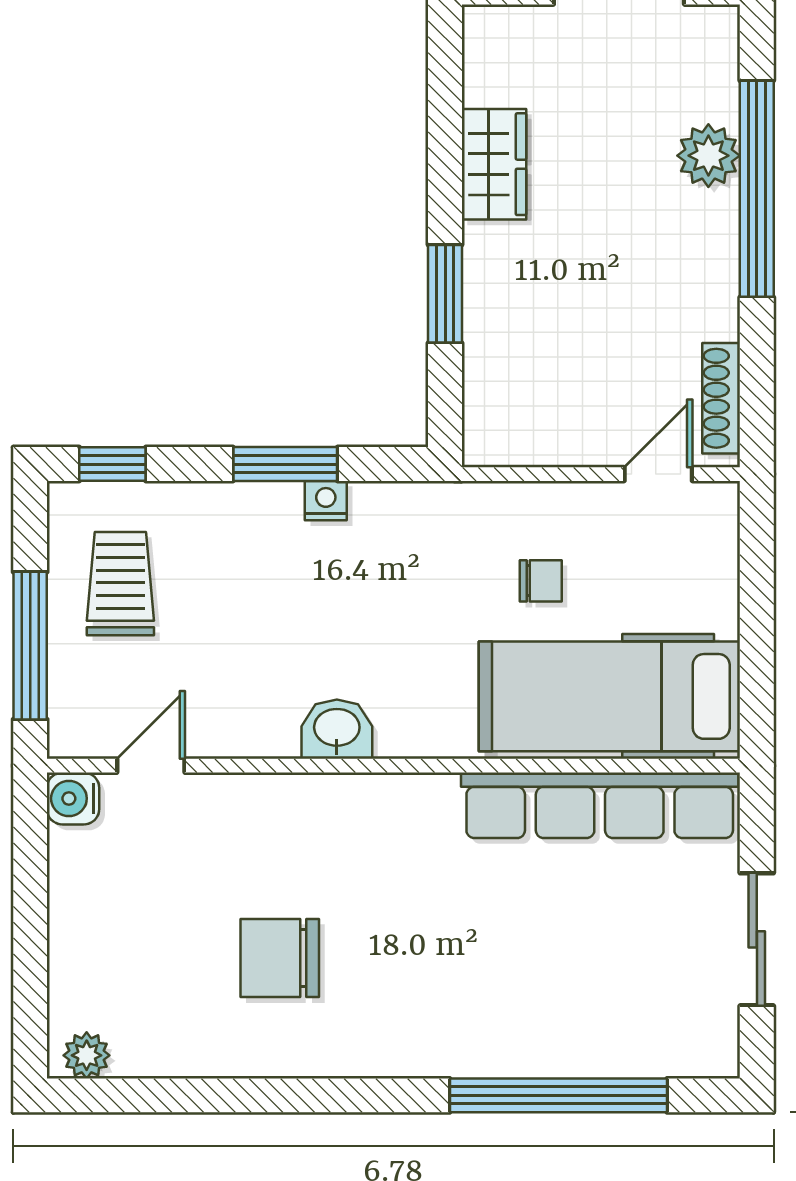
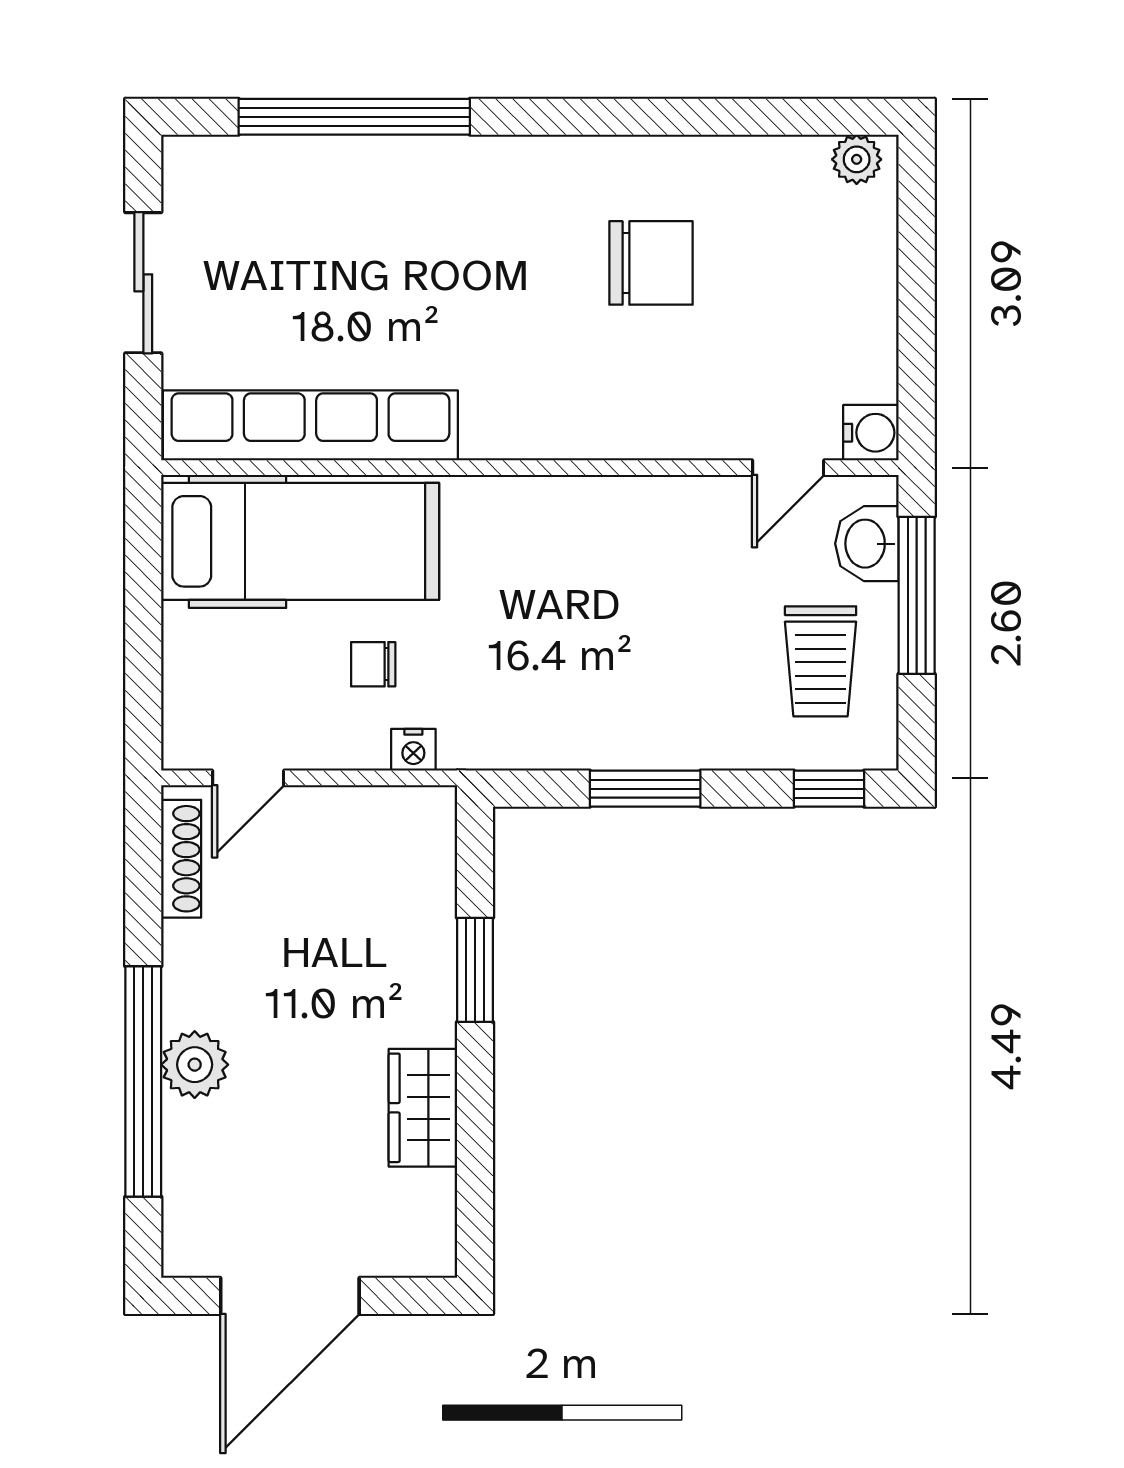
plant: (708, 156) -> (195, 1065), moved
nightstand: (326, 501) -> (413, 750), moved
washbasin: (337, 729) -> (867, 544), moved, turned 90

